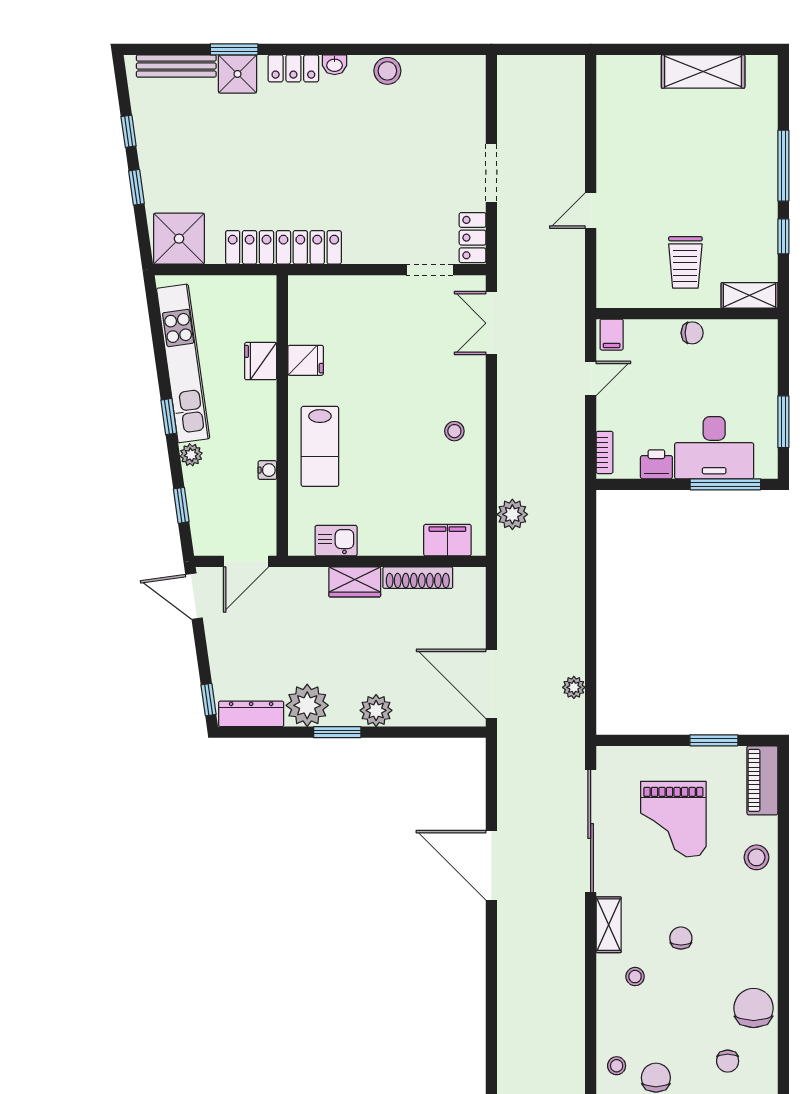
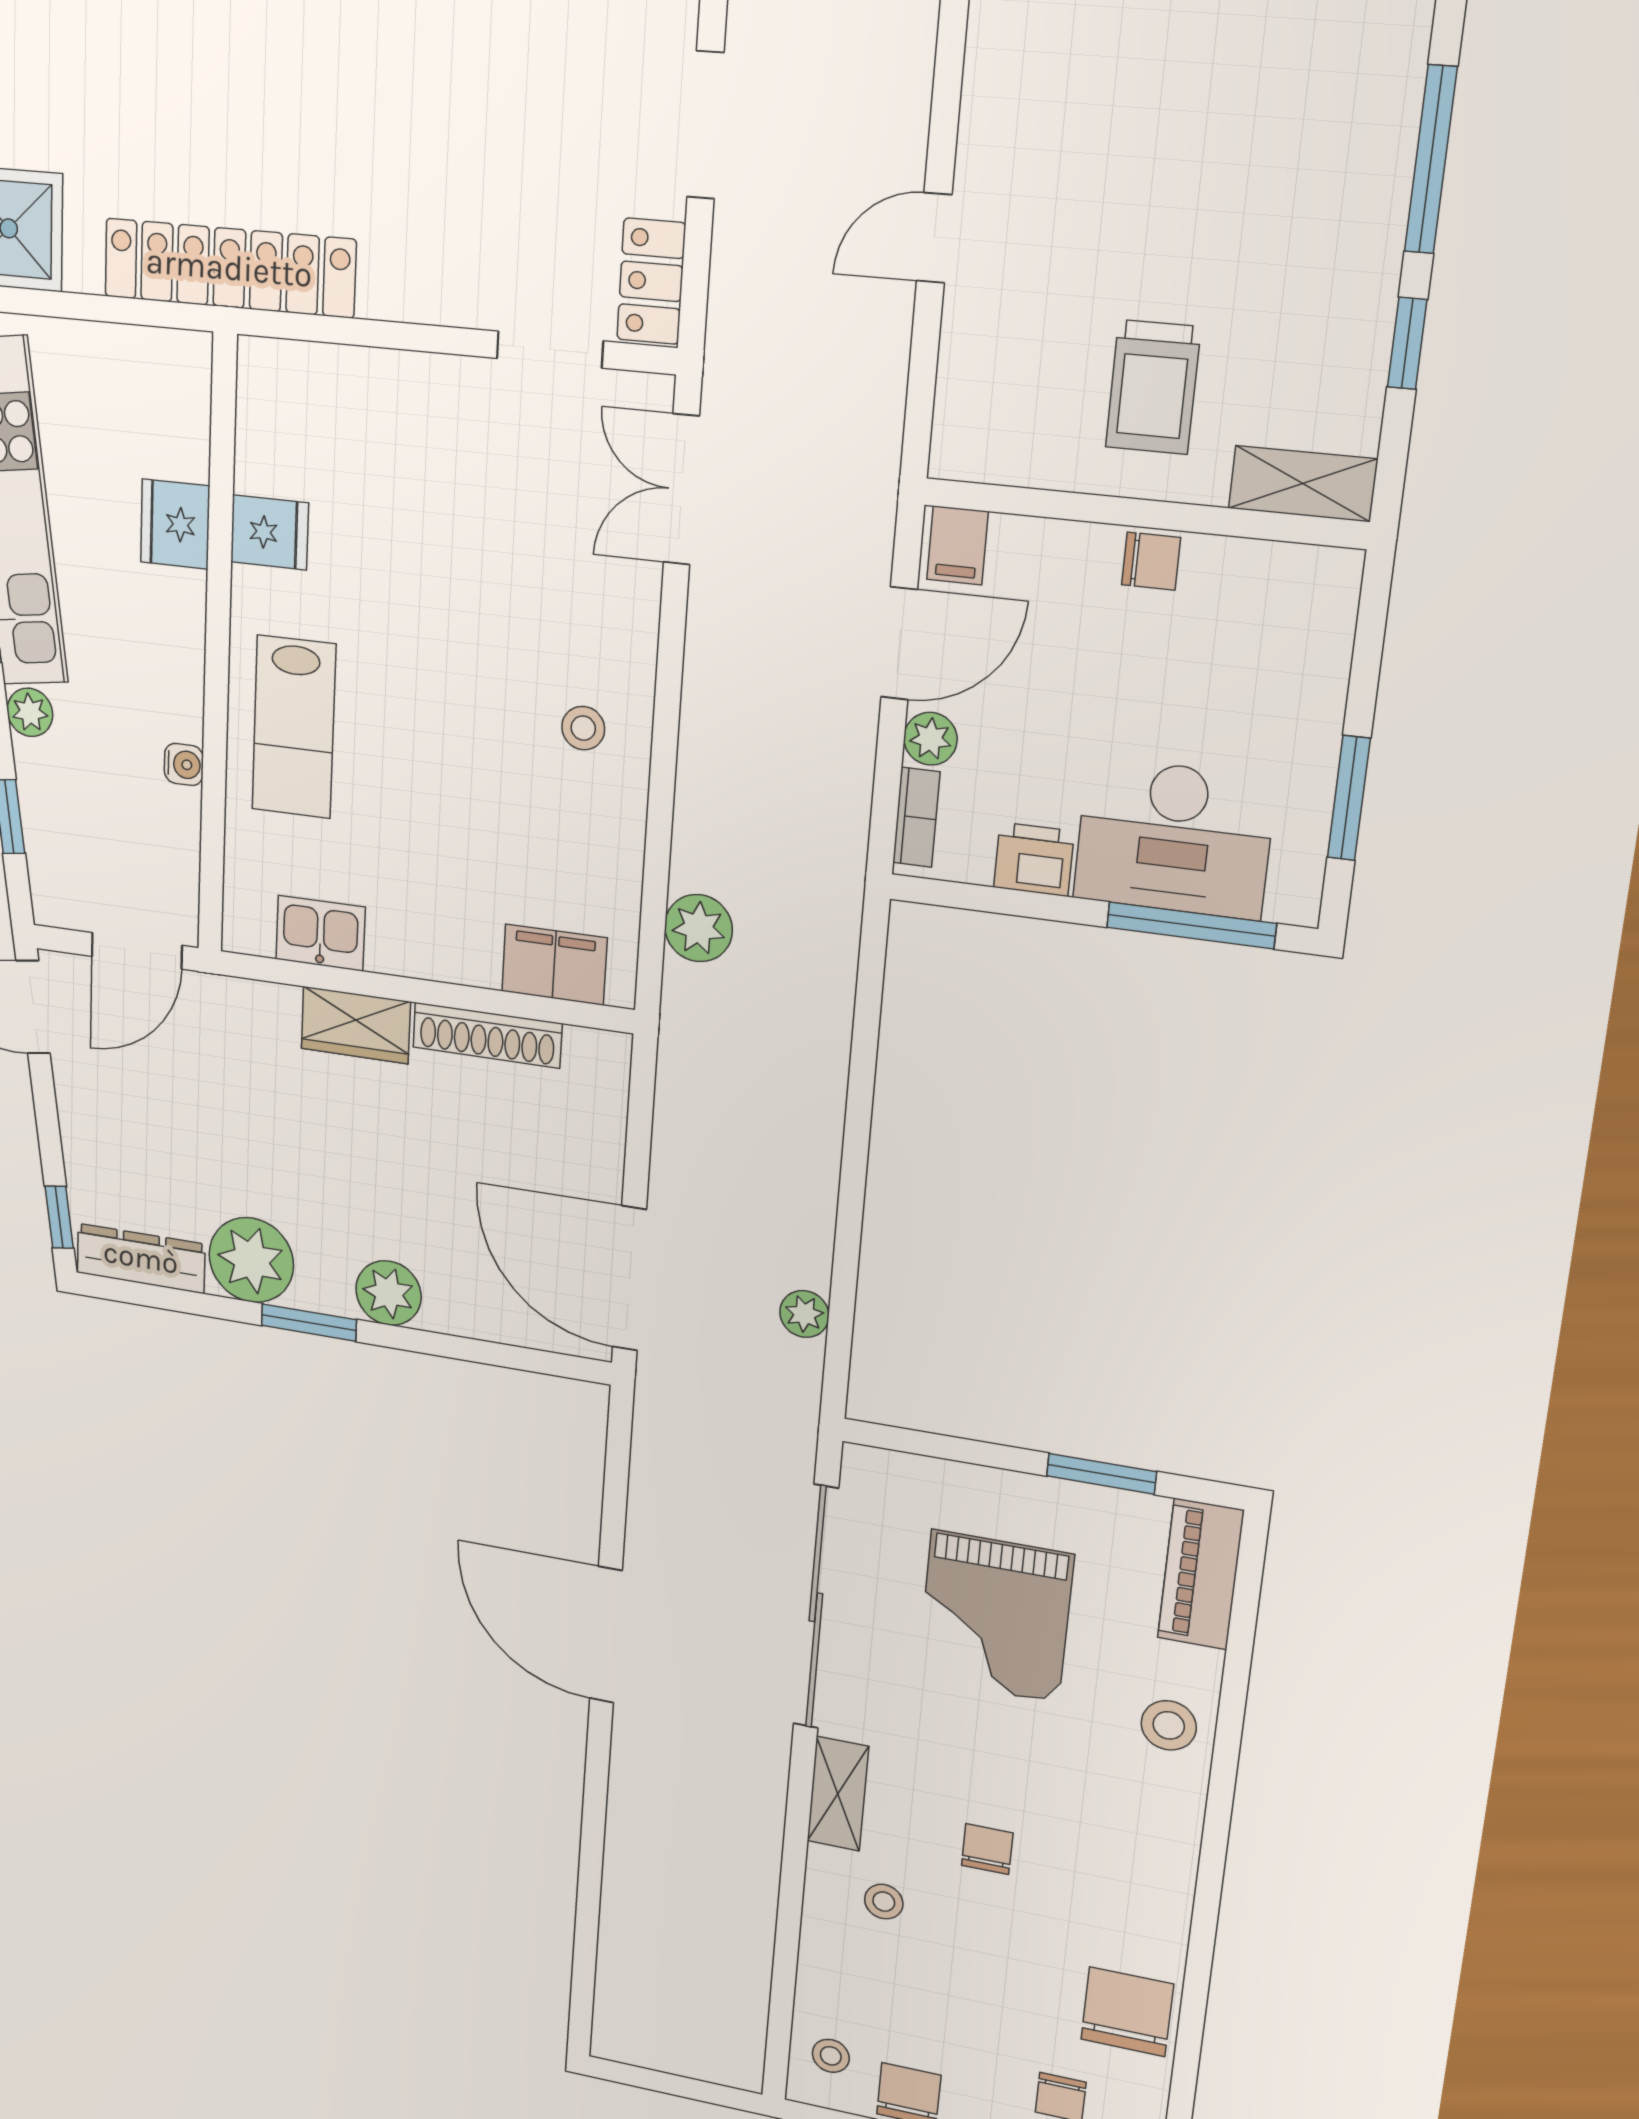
door: (591, 378) -> (899, 643), width x1.38
plant: (608, 418) -> (930, 739), added

